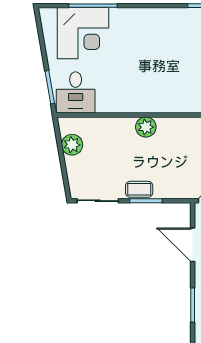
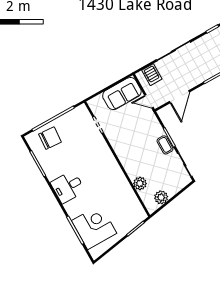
desk: (76, 92) -> (68, 187), moved, turned 180
plant: (146, 127) -> (140, 183), moved

